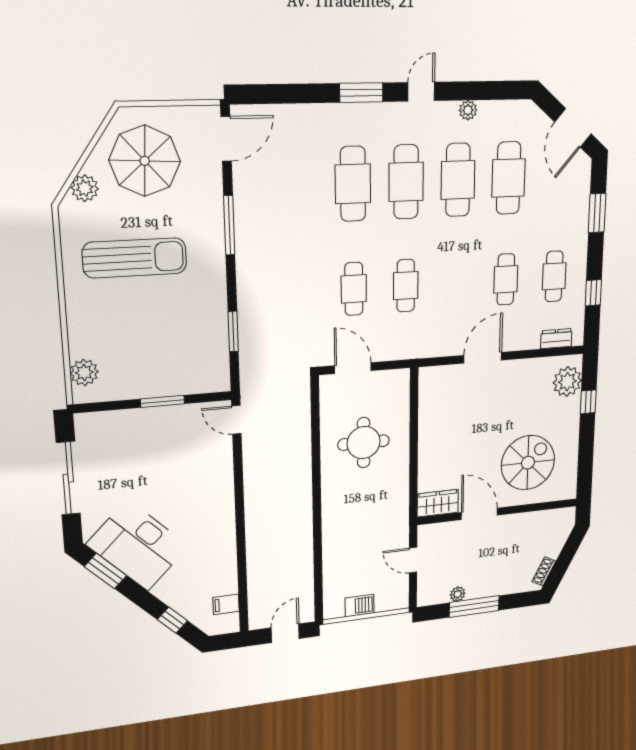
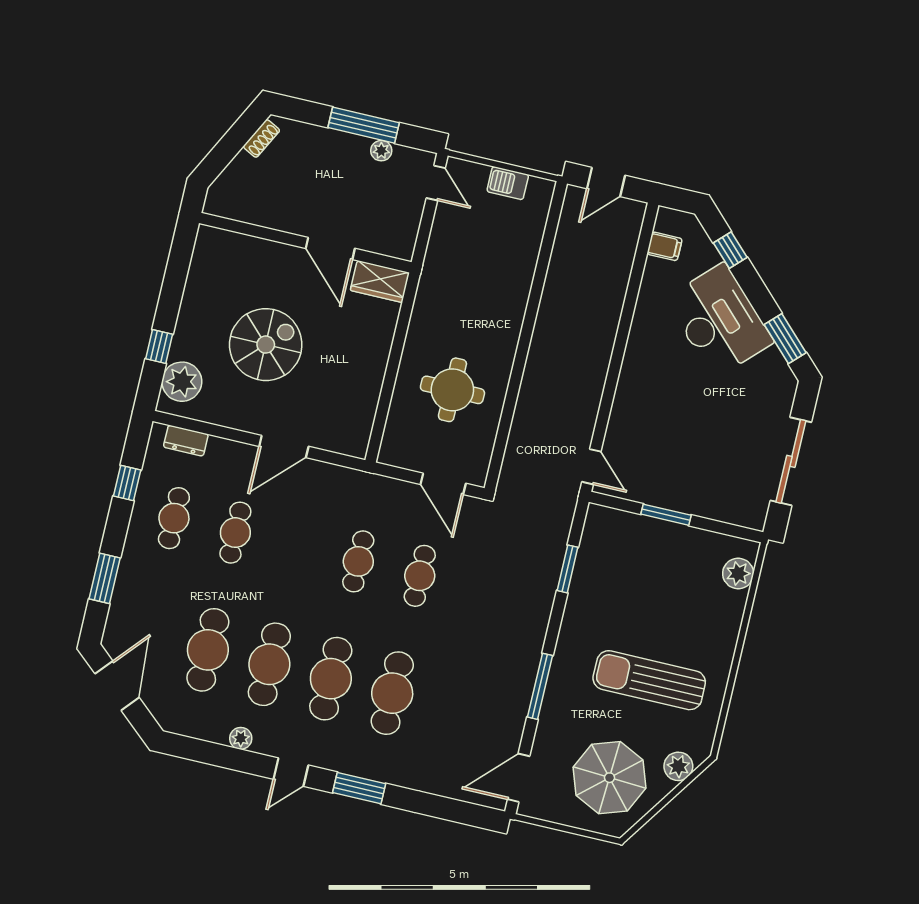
spiral stairs: (528, 463) -> (266, 345), moved, turned 180
desk: (138, 545) -> (719, 320), moved
door: (413, 560) -> (436, 183), moved

